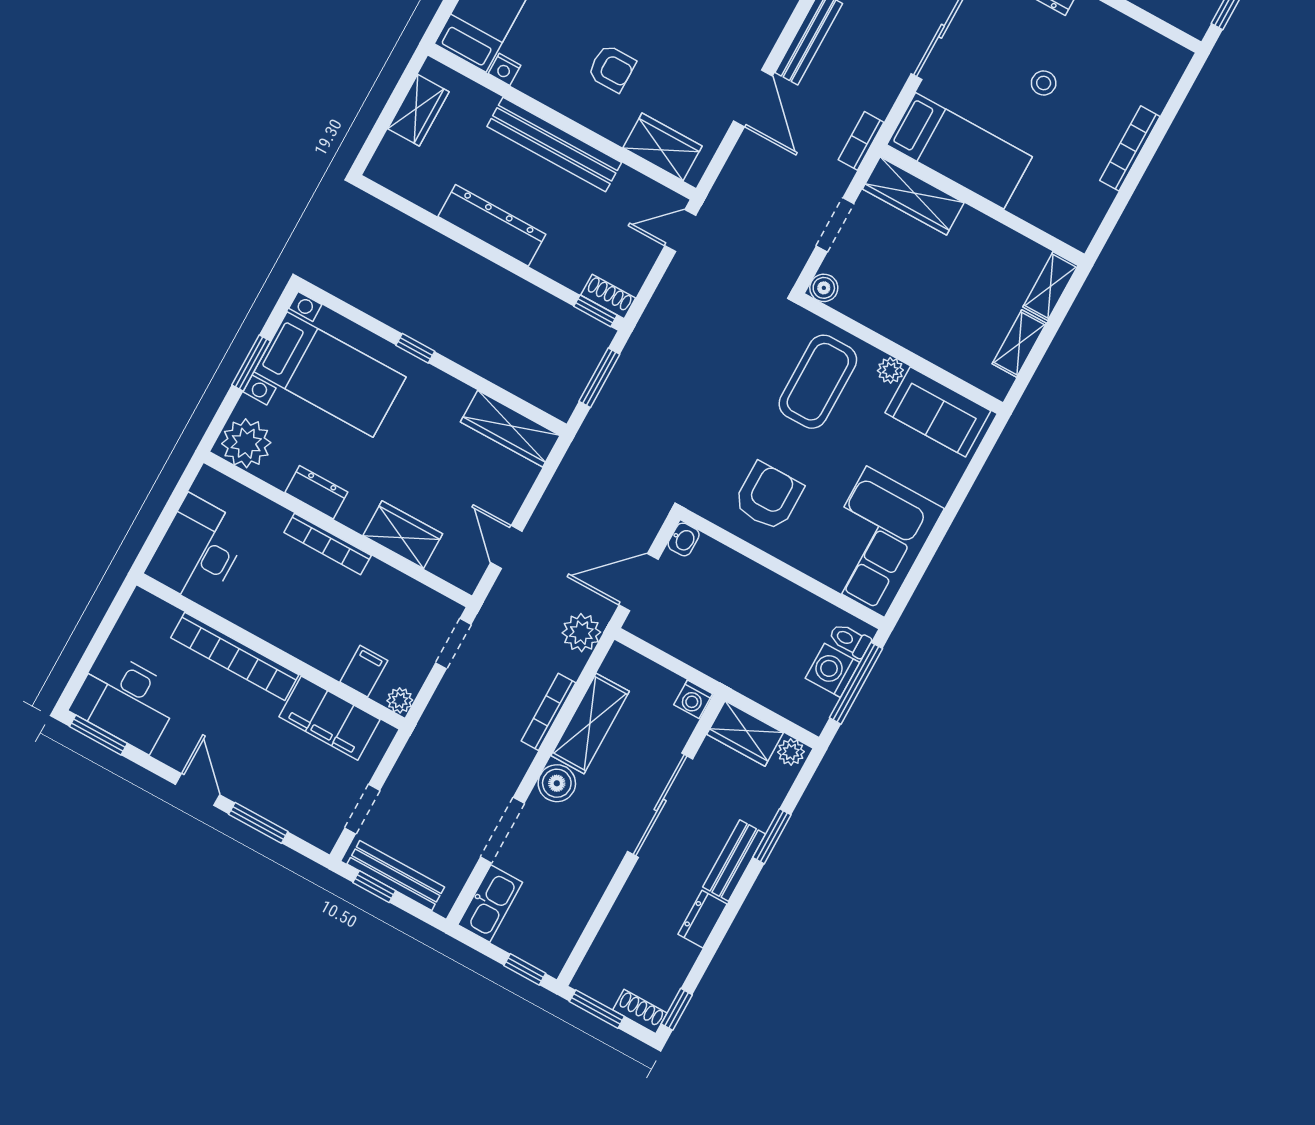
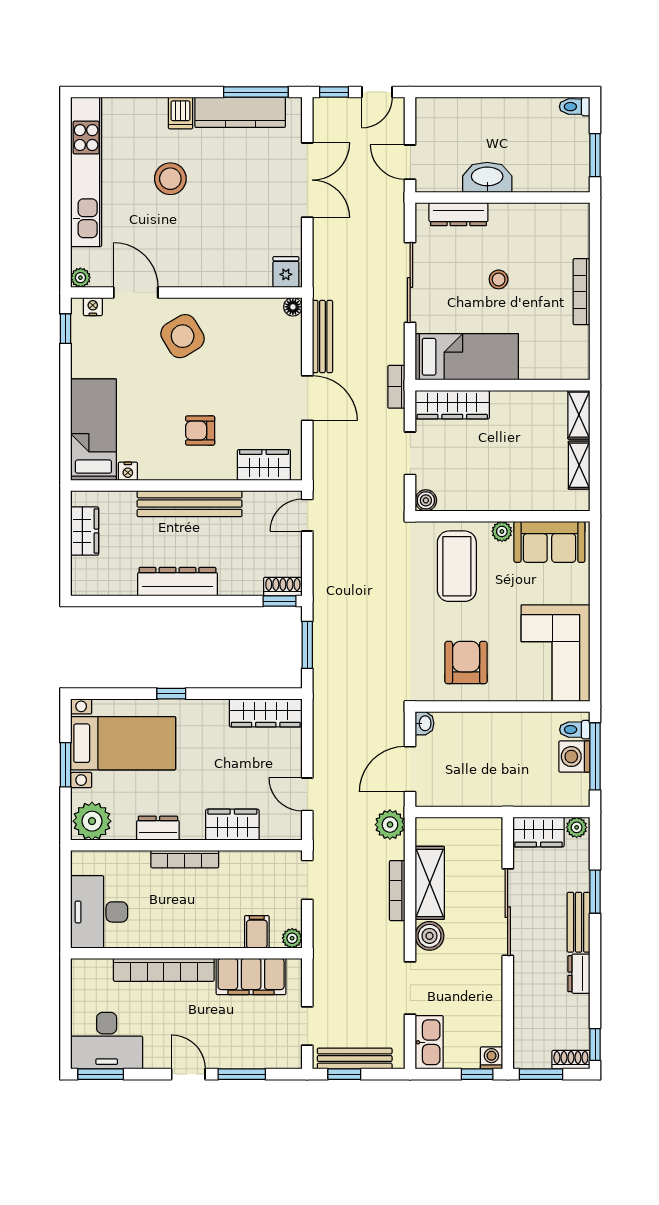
armchair: (612, 68) -> (200, 431), turned 180
washing machine: (693, 699) -> (491, 1058), moved, turned 180

